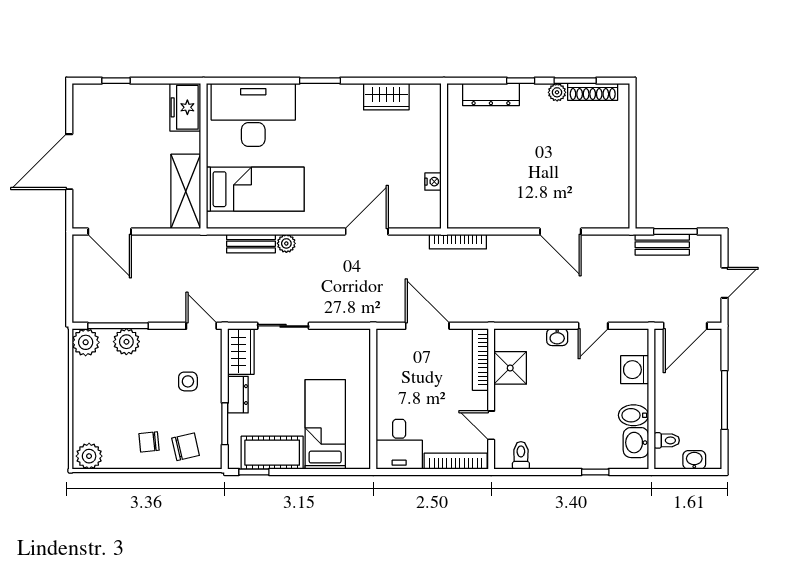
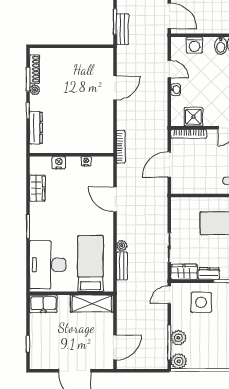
nightstand: (431, 134) -> (59, 163), added
side table: (188, 381) -> (201, 302), width x1.87, depth x1.87

